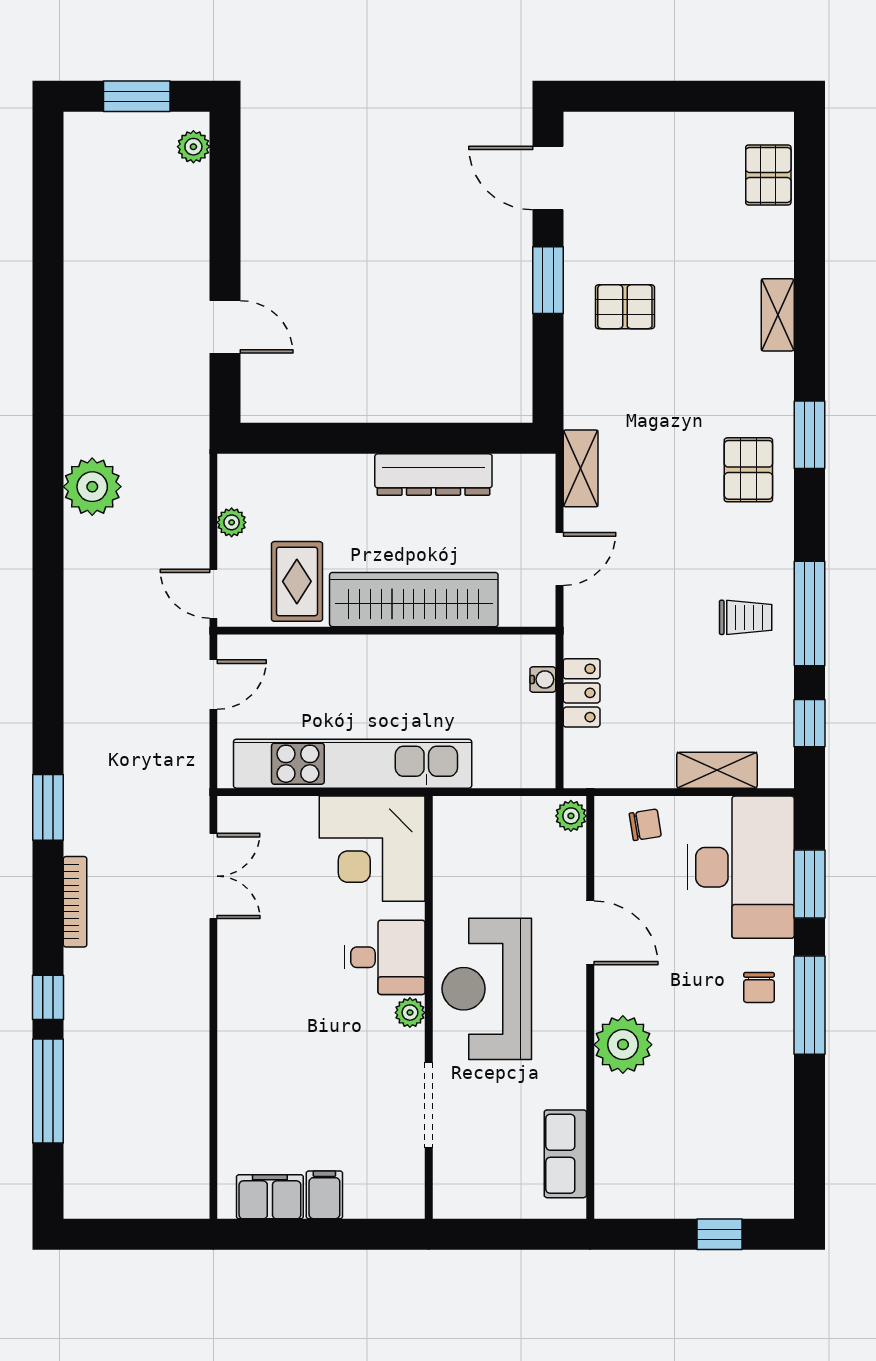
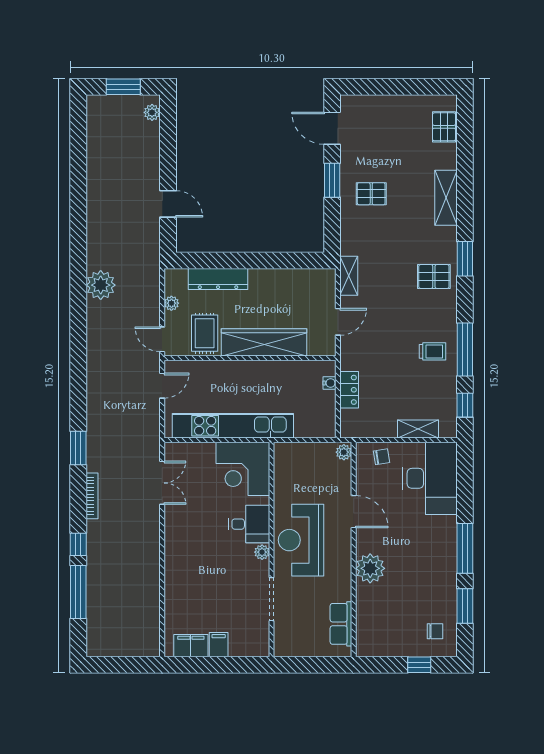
shelving: (778, 315) -> (446, 198), width x1.50, depth x1.33
pallet: (748, 470) -> (434, 276), turned 90
dresser: (433, 475) -> (218, 279), moved
window: (809, 884) -> (465, 606), moved
chair: (759, 987) -> (435, 631), moved, turned -90

